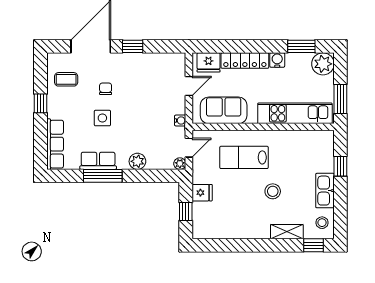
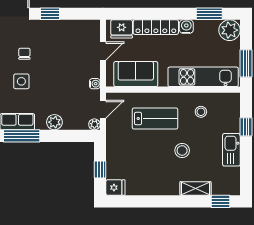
lab bench: (244, 157) -> (155, 118), turned 180
fridge: (202, 193) -> (115, 188), moved
stool: (322, 223) -> (201, 112), moved

